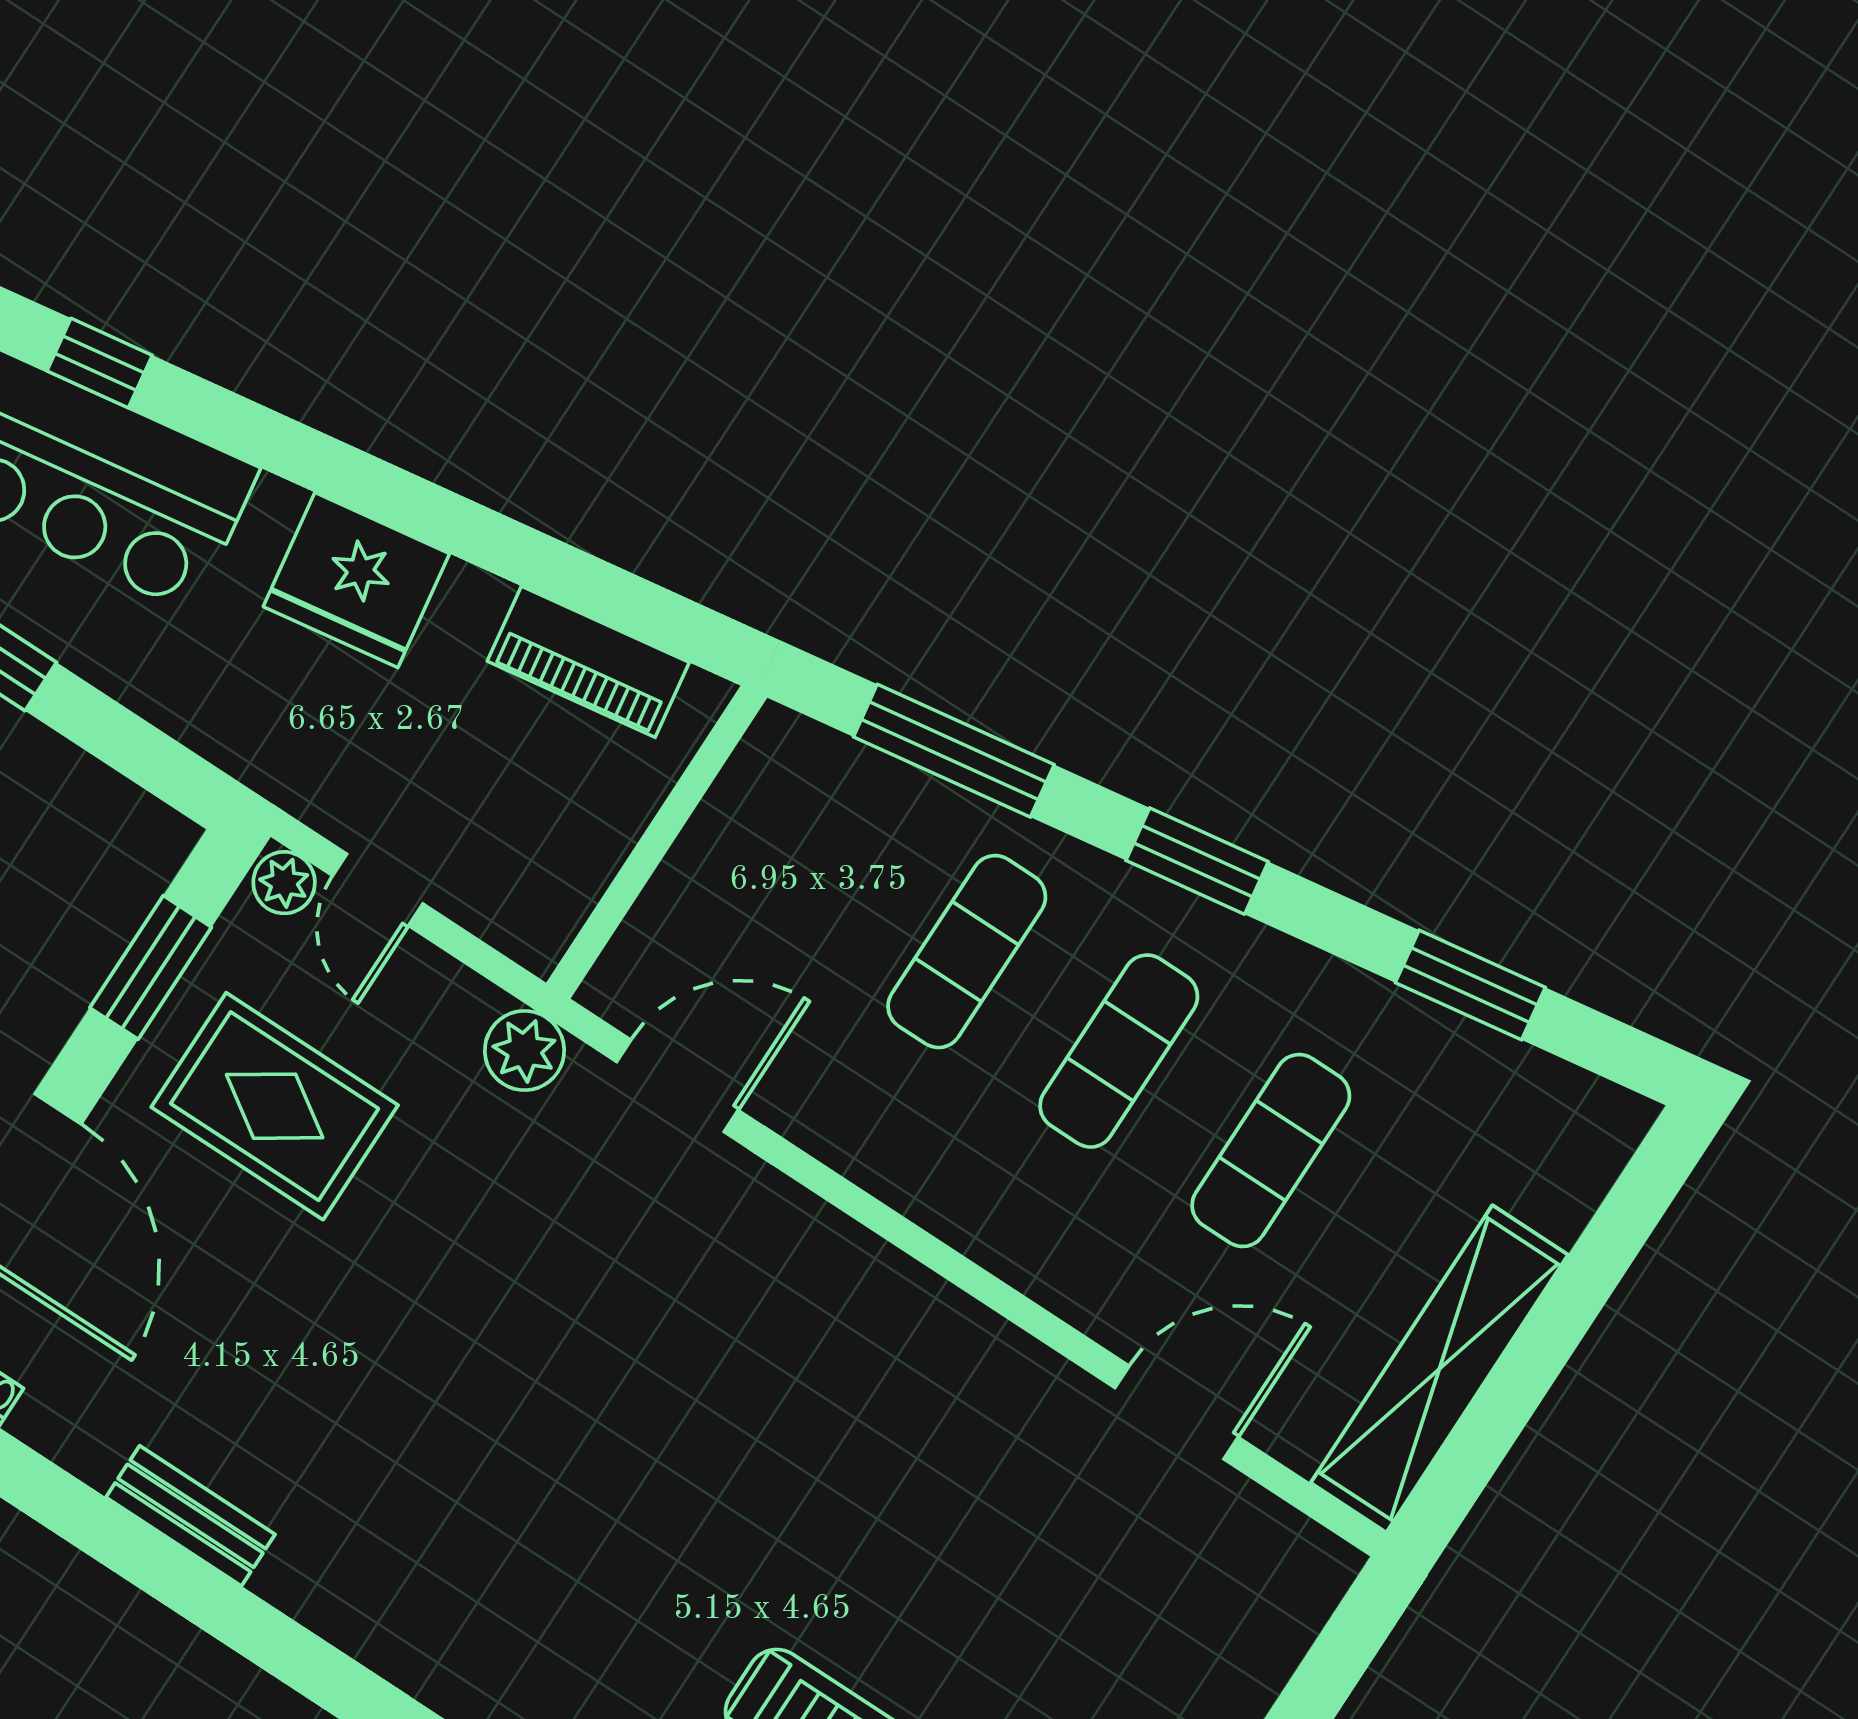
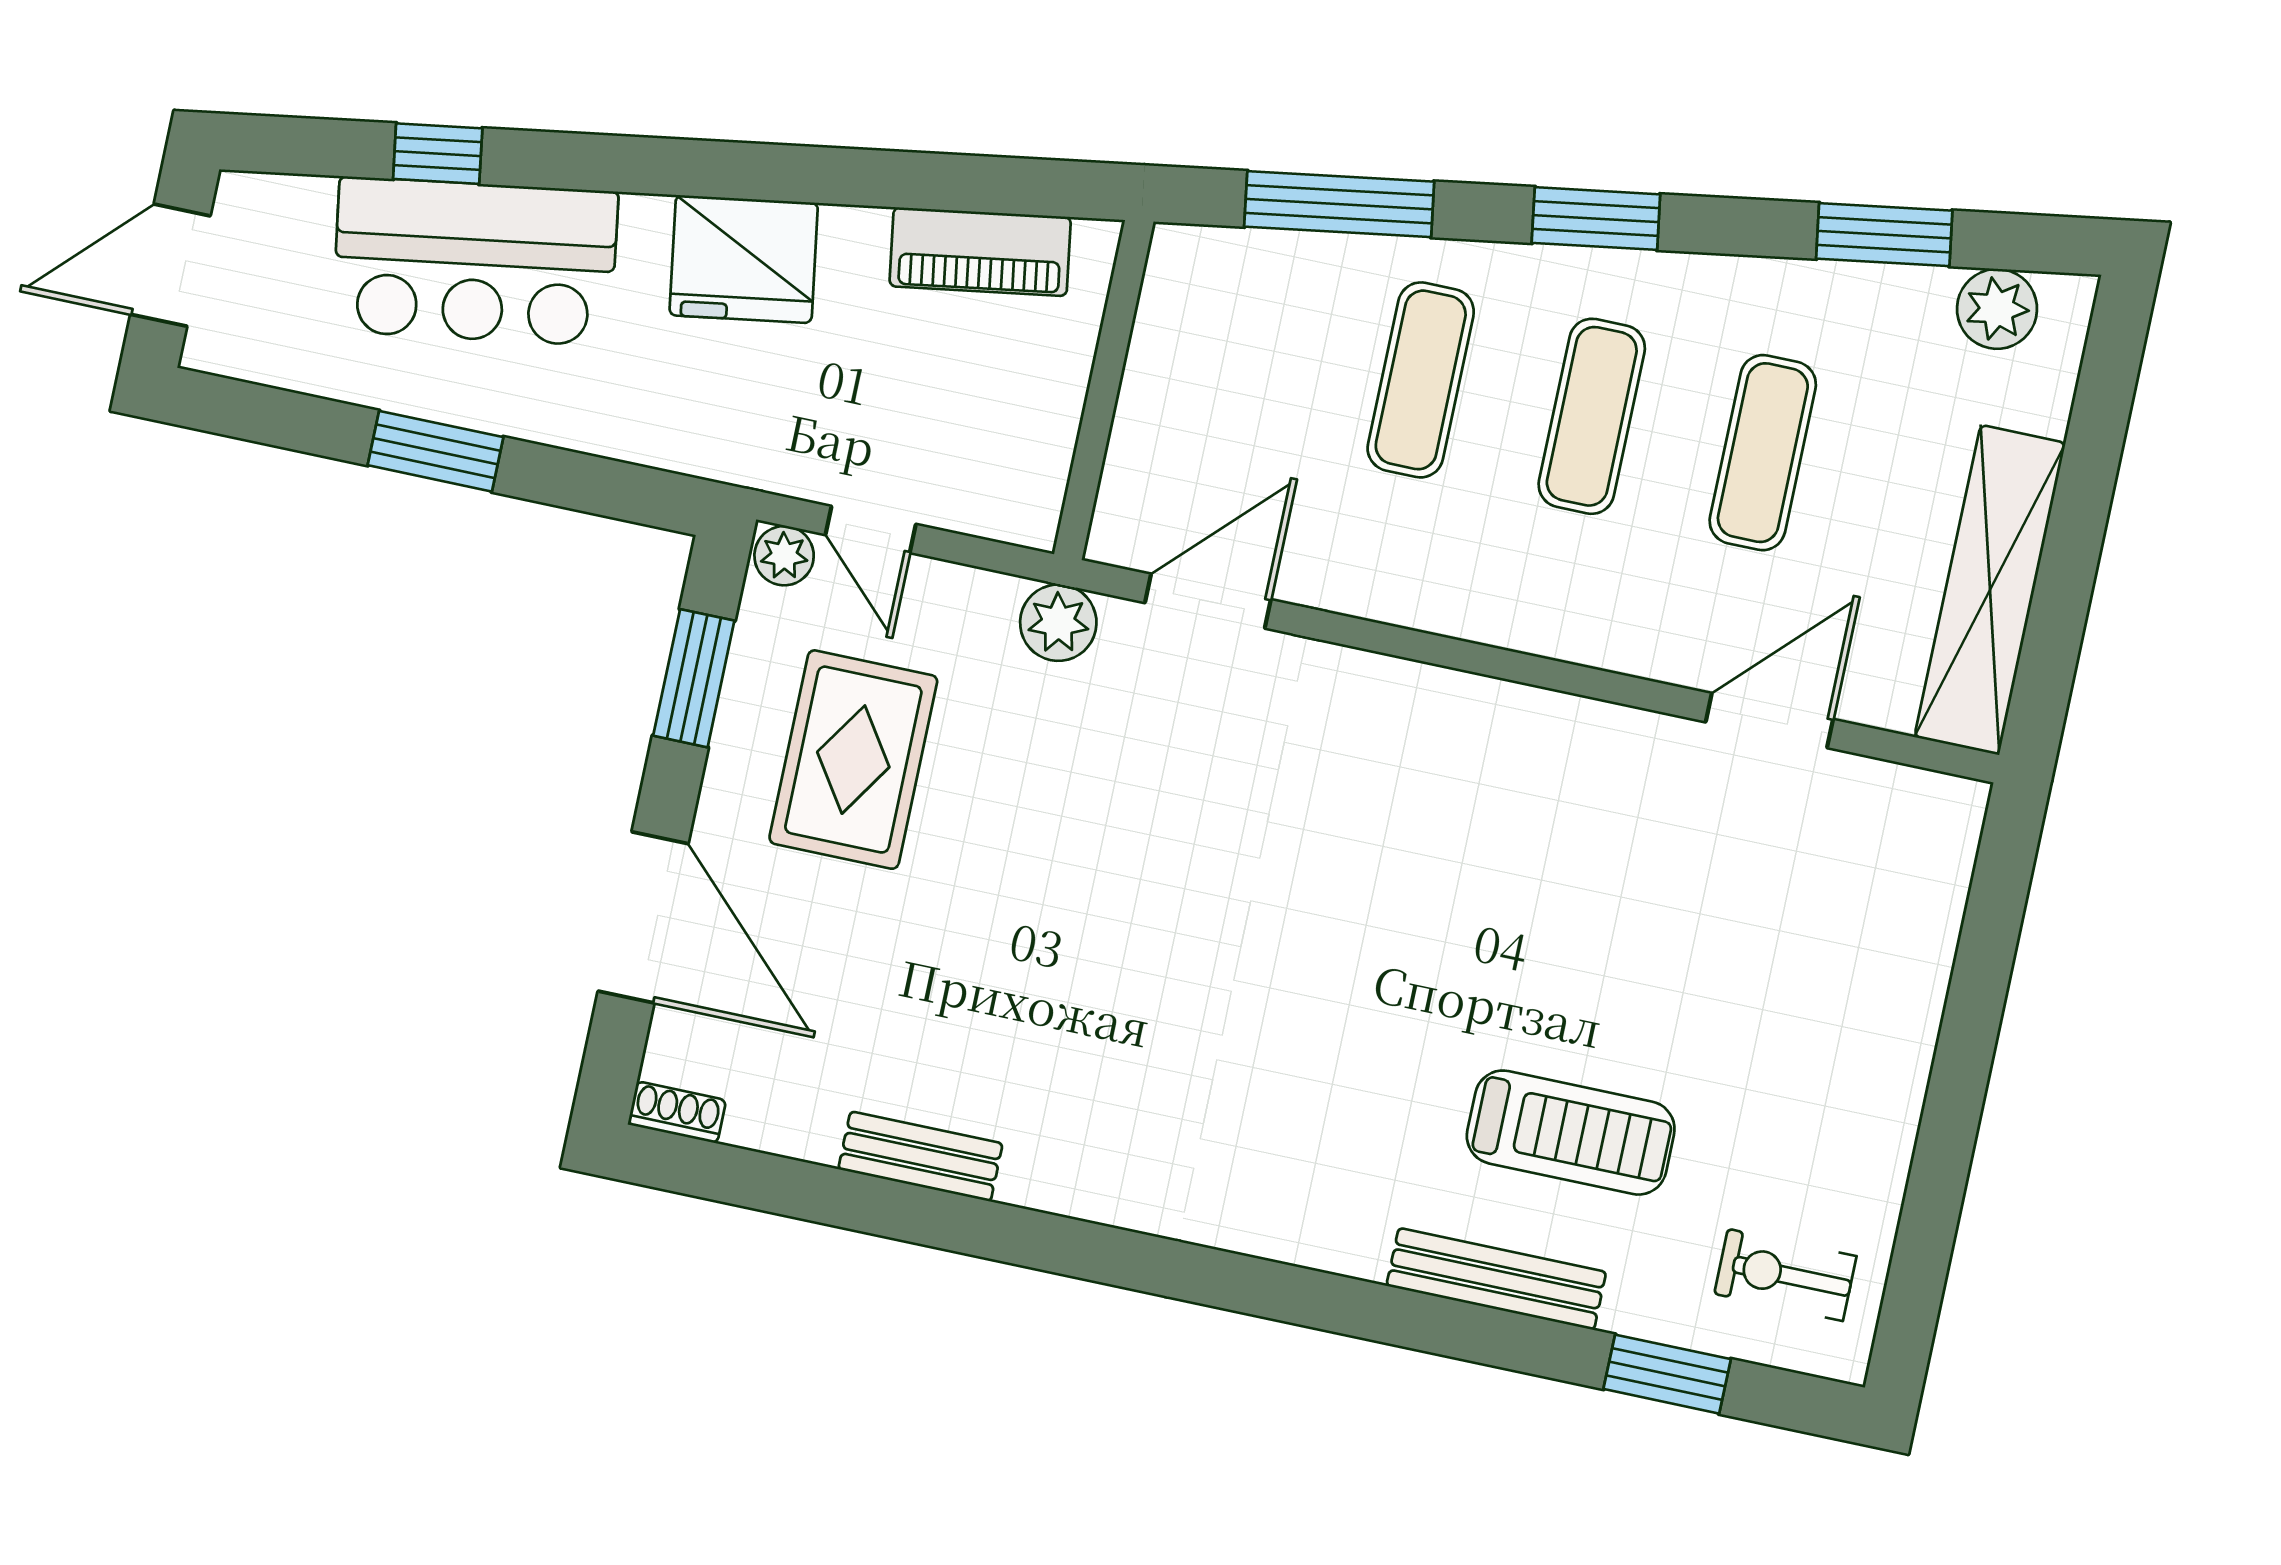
plant: (1552, 1099) -> (1997, 309), added
rug: (275, 1106) -> (853, 760), turned 90

